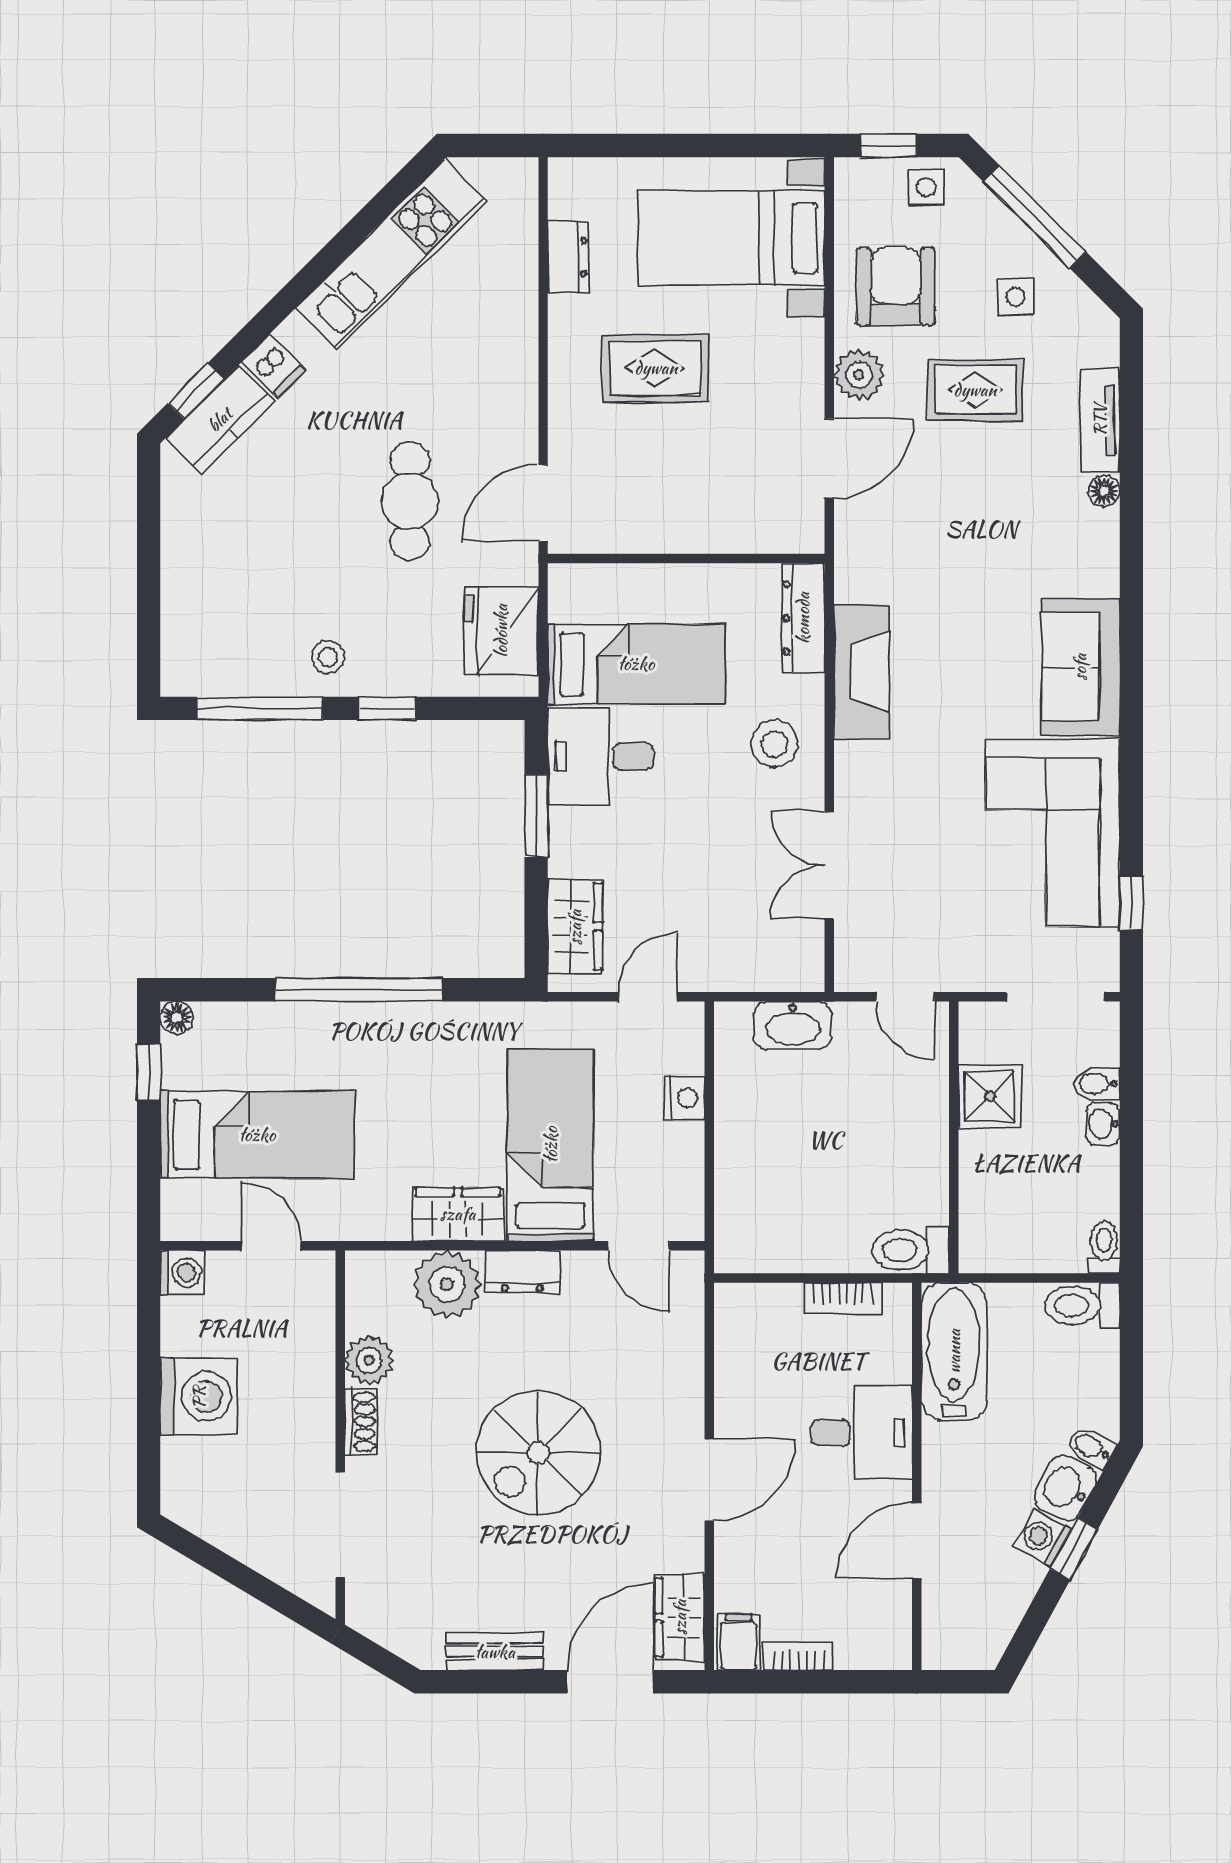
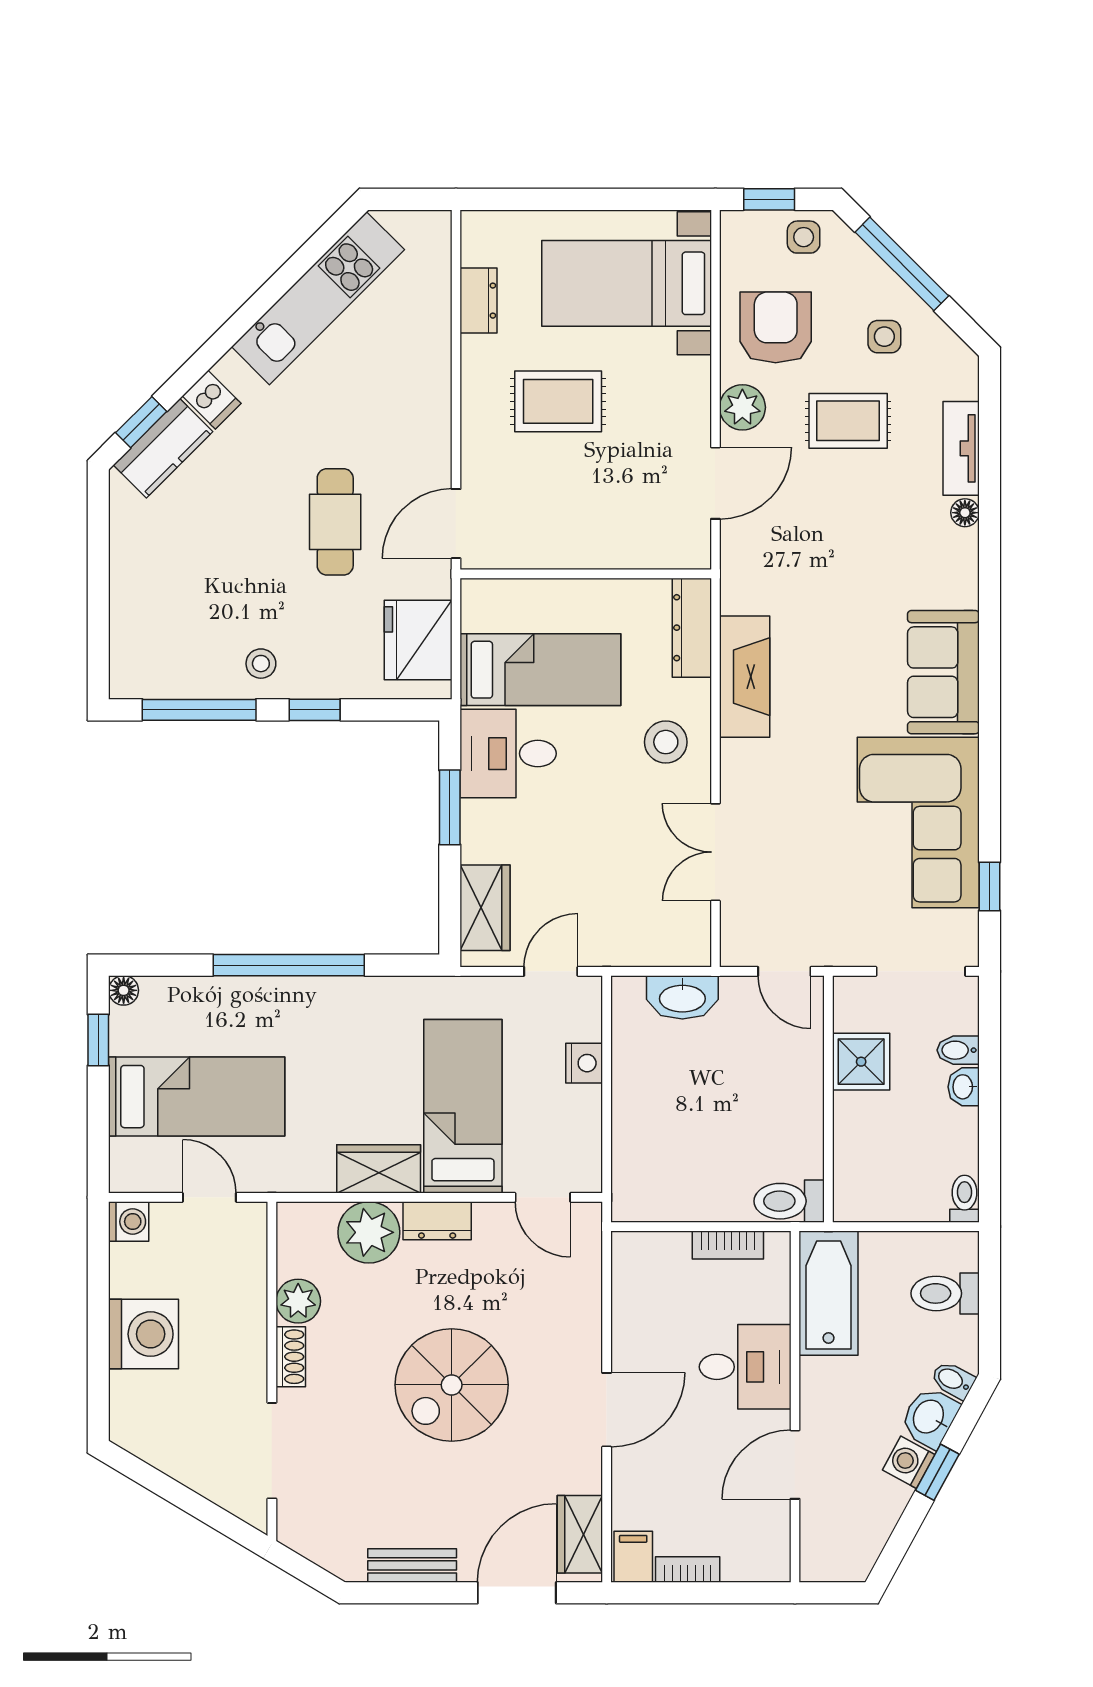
toilet: (1082, 1305) -> (945, 1293), moved

